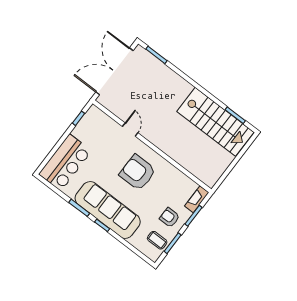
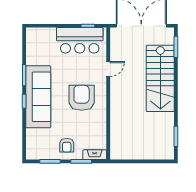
stairs: (215, 122) -> (160, 78), moved
bar counter: (65, 162) -> (80, 40), moved
armchair: (170, 217) -> (67, 145), turned 180
coffee table: (157, 240) -> (44, 149), removed

